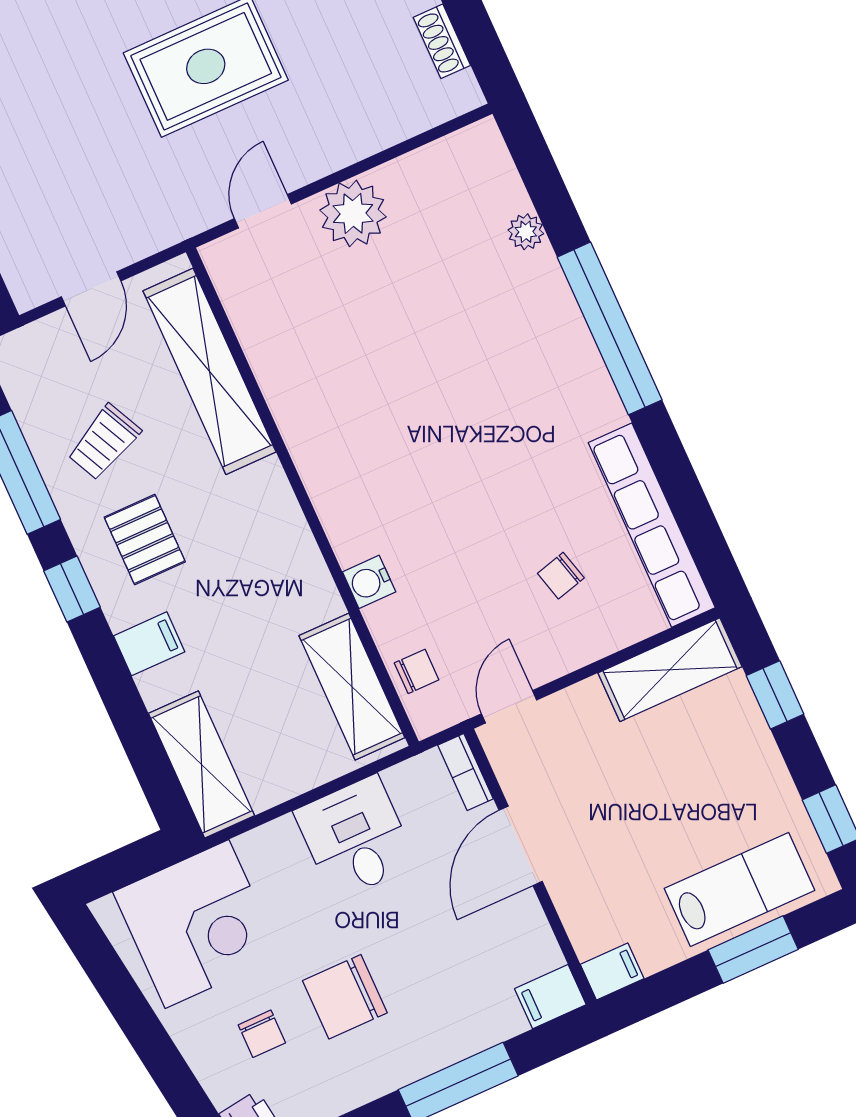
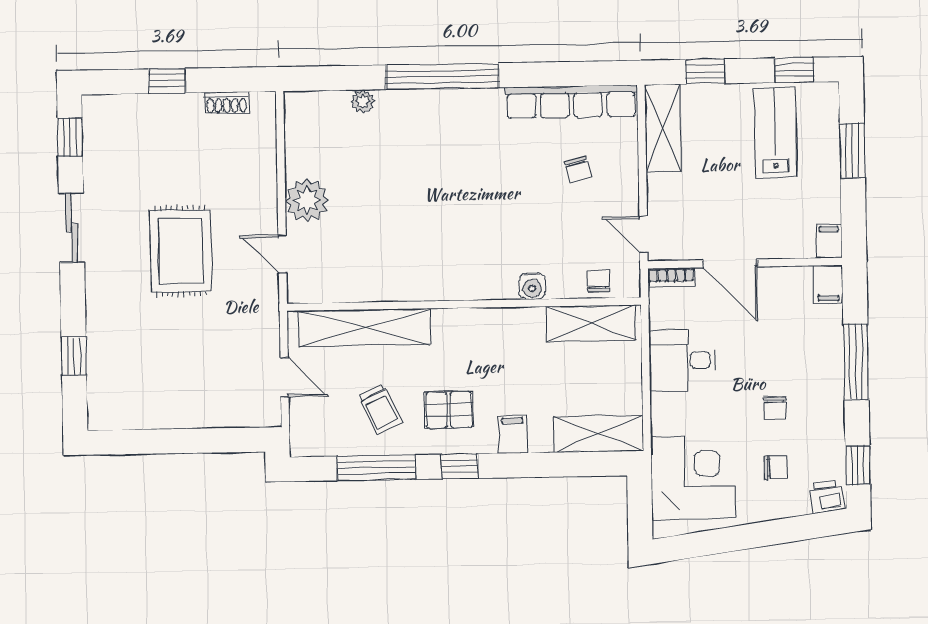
lab bench: (739, 889) -> (775, 133), moved
chair: (345, 997) -> (775, 408), width x0.54, depth x0.54

